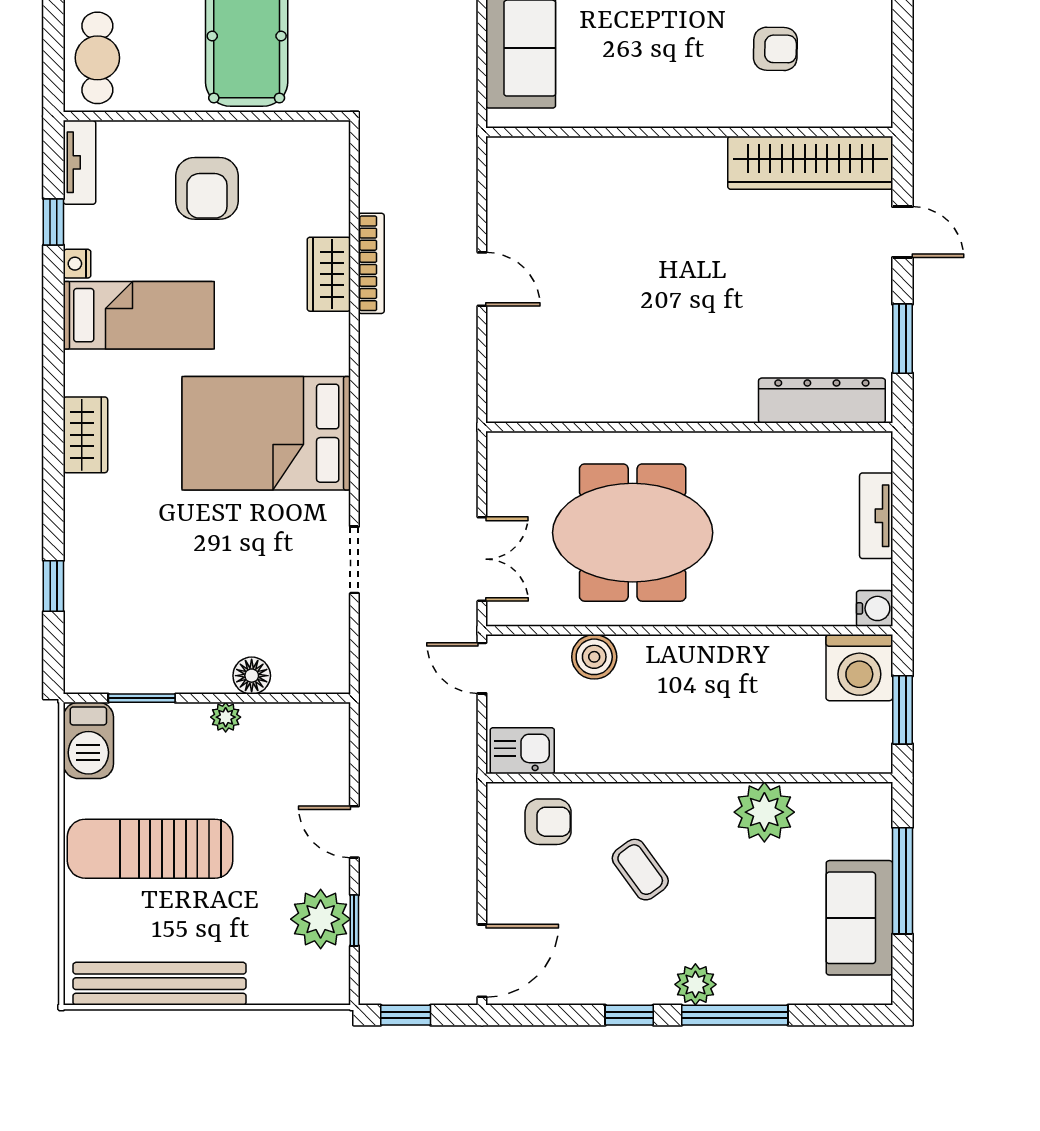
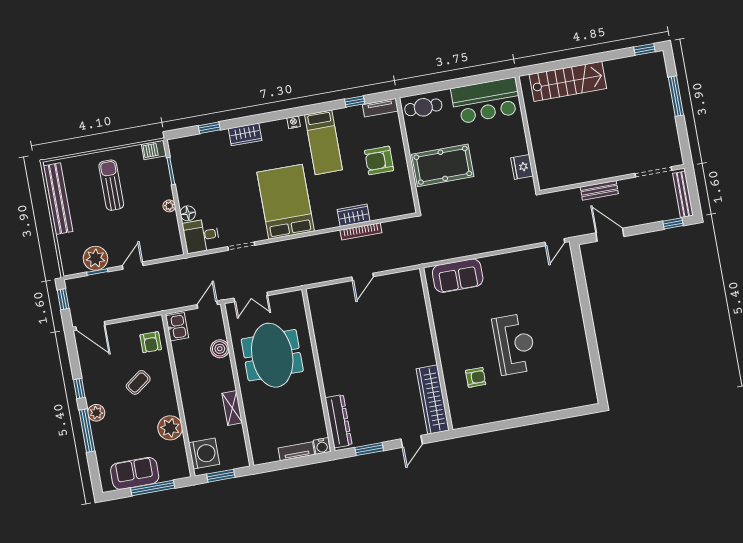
armchair: (775, 49) -> (476, 377), turned -91
nightstand: (77, 264) -> (294, 122), moved
wardrobe: (85, 435) -> (245, 134), moved
water cooler: (875, 608) -> (322, 446), moved
desk: (312, 653) -> (201, 236), added
shelving: (743, 653) -> (232, 408), added
washing machine: (859, 668) -> (204, 454), moved, turned 180
barbecue: (88, 740) -> (154, 150), width x0.73, depth x0.79
sun lounger: (150, 849) -> (111, 185), width x0.73, depth x0.75

